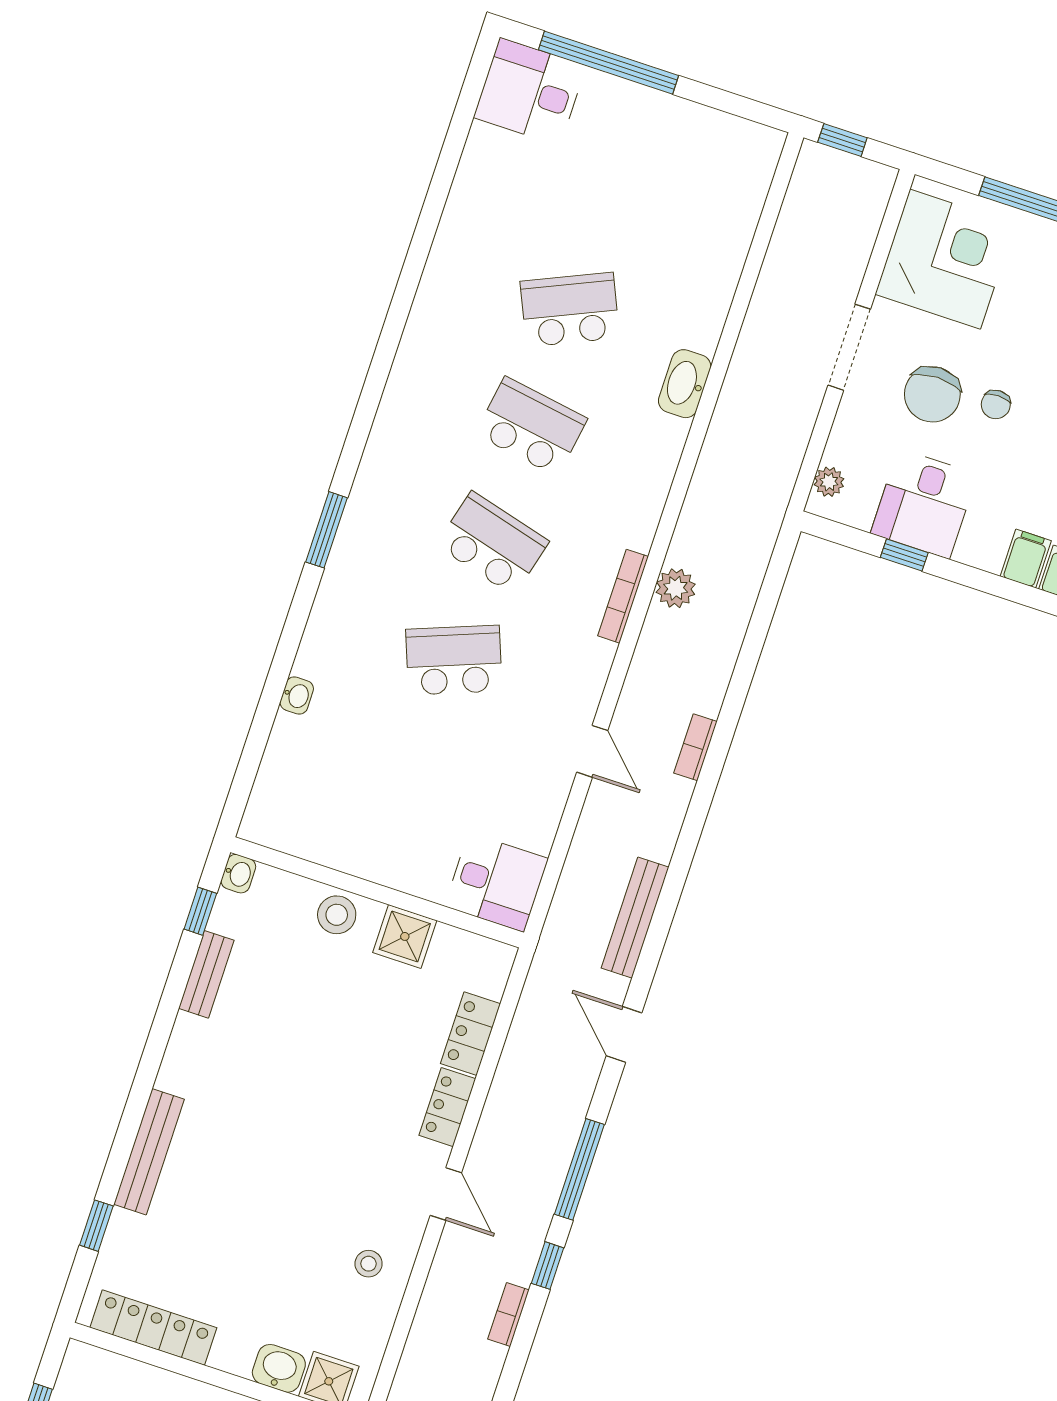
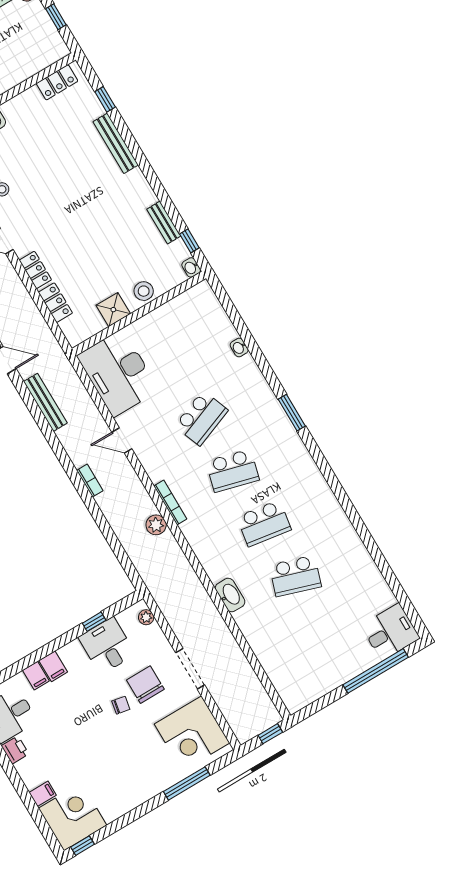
school desk: (570, 310) -> (295, 576), turned 42
chair: (996, 404) -> (121, 705), turned 101
desk: (496, 882) -> (118, 373), width x1.87, depth x1.30
locker: (153, 1328) -> (57, 82), width x0.66

